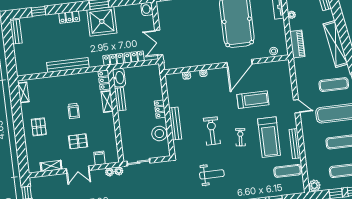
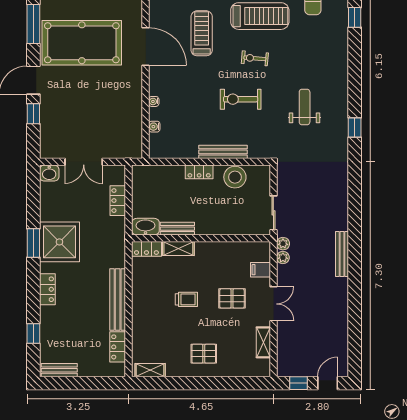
double door: (159, 43) -> (84, 162), moved
locker: (113, 59) -> (118, 347), moved
pallet: (78, 141) -> (232, 298), turned 90

